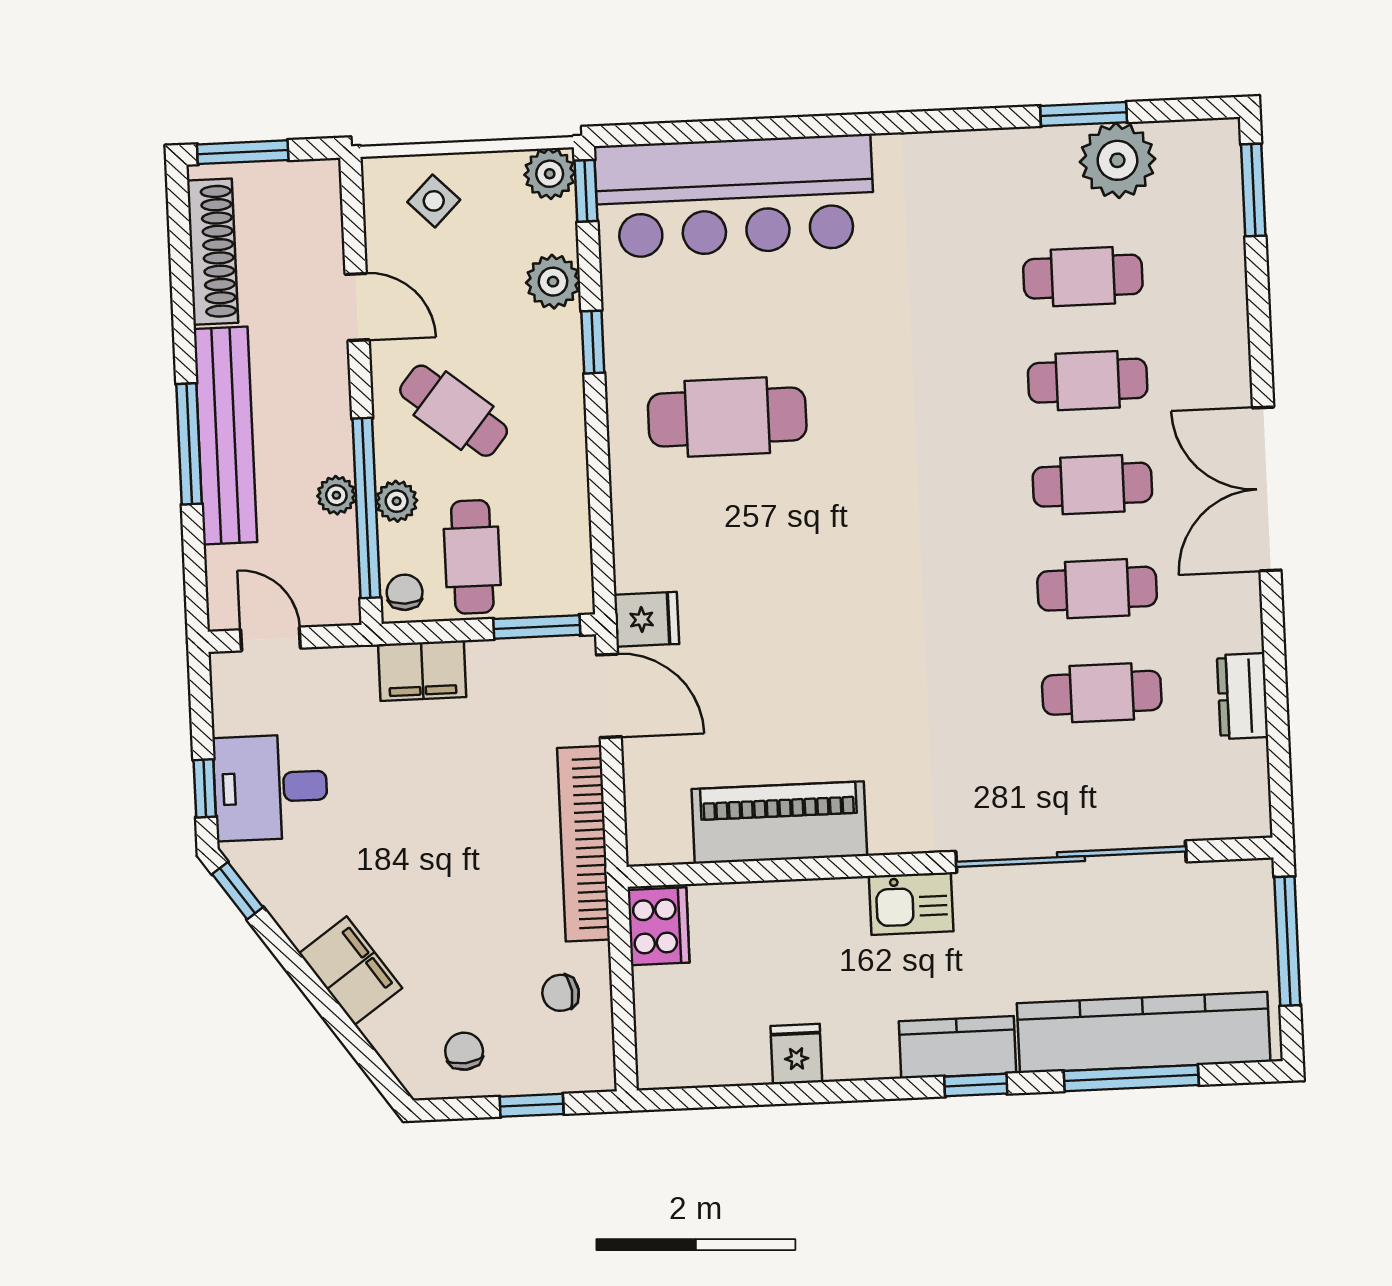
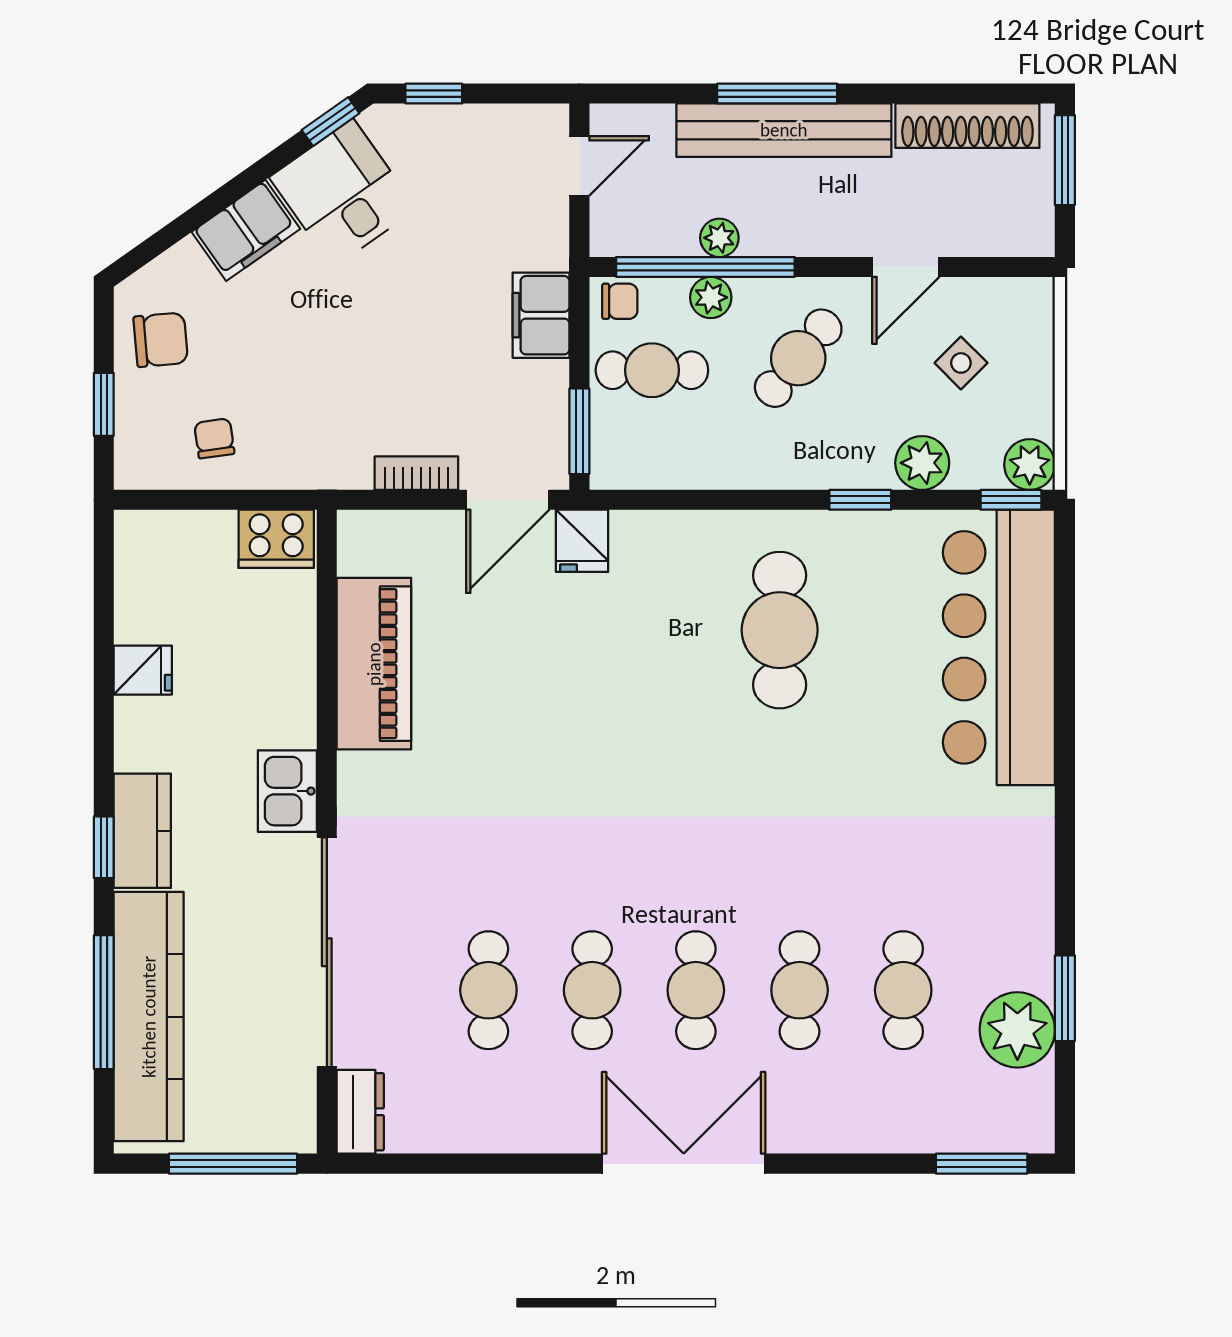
side table: (434, 201) -> (961, 363), moved
dresser: (1243, 696) -> (360, 1112), moved, turned 90
desk: (271, 787) -> (343, 193), moved, turned -35
bookcase: (584, 844) -> (416, 473), width x0.43, depth x0.76
chair: (464, 1051) -> (161, 340), width x1.37, depth x1.37

